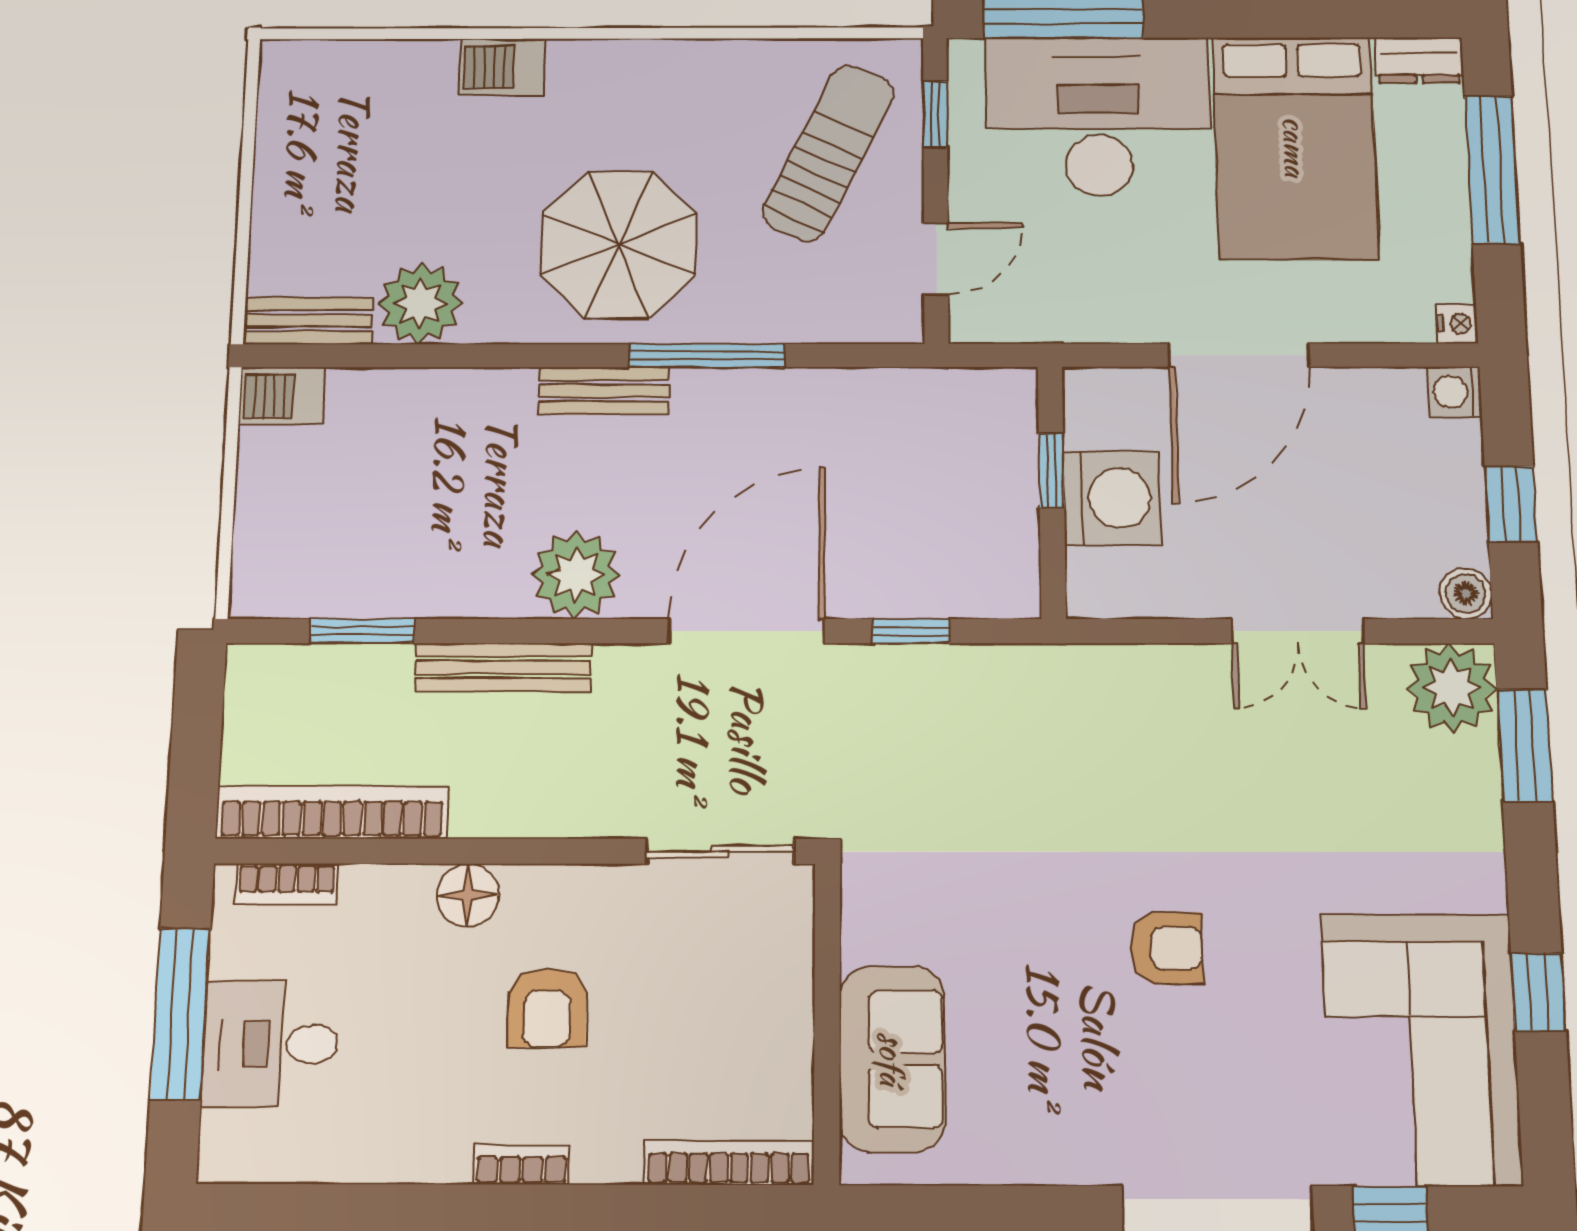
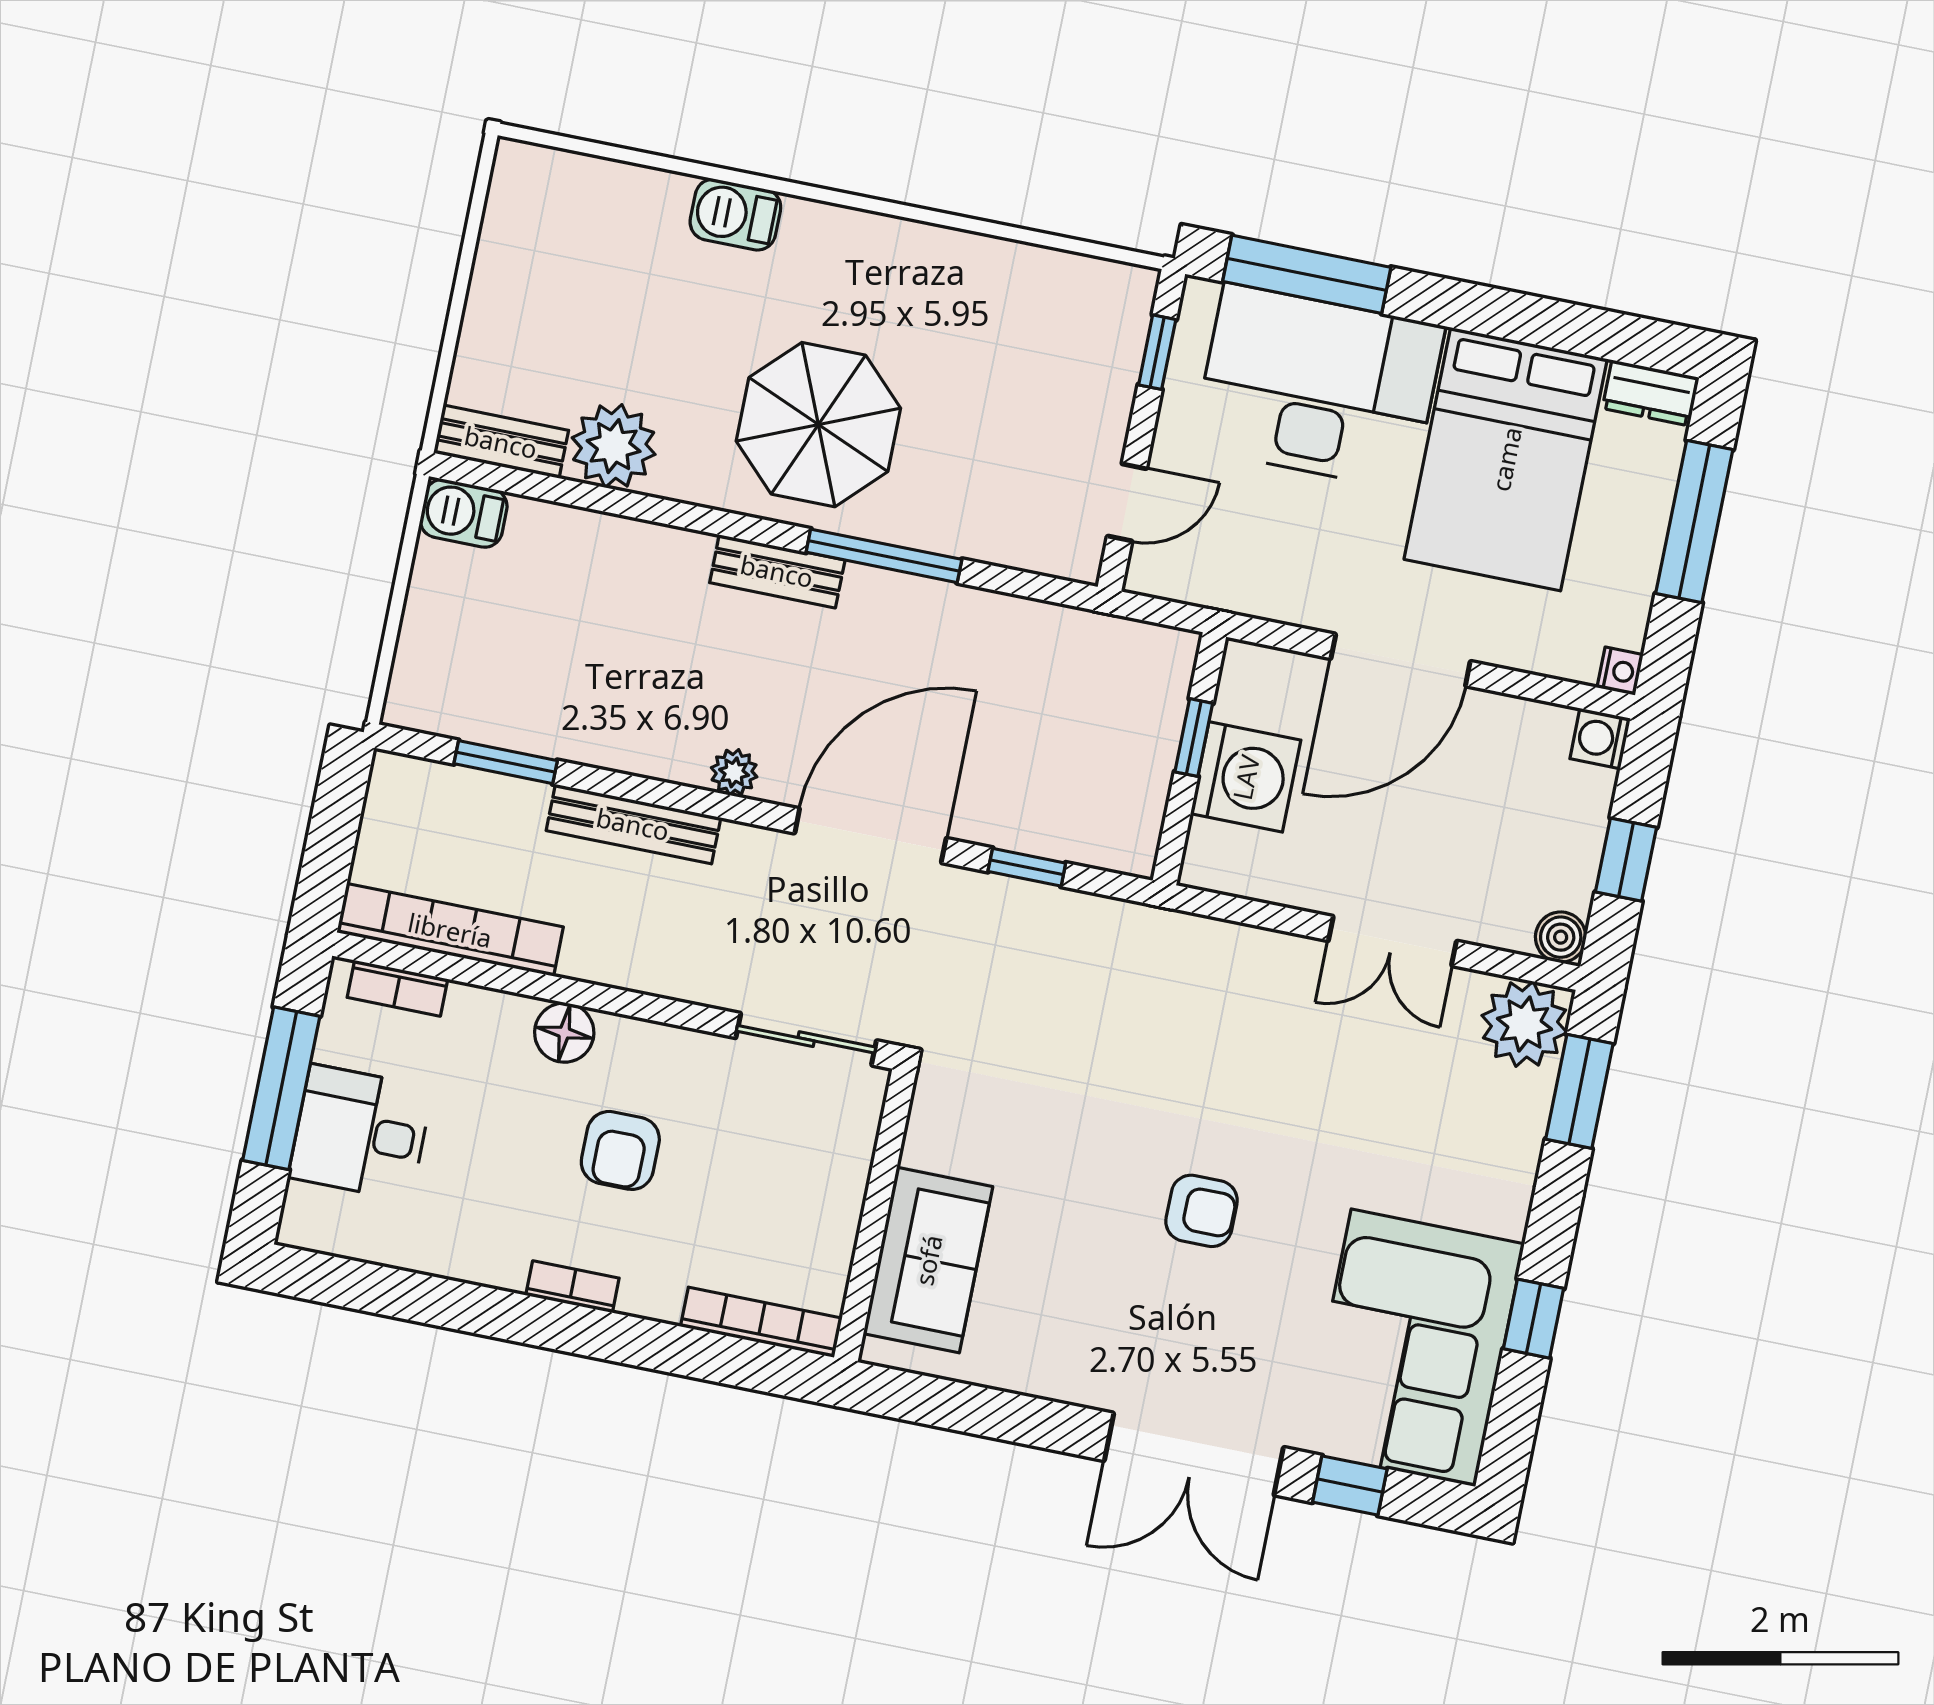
sun lounger: (828, 153) -> (1043, 371), removed
plant: (576, 575) -> (734, 772), width x0.53, depth x0.53

